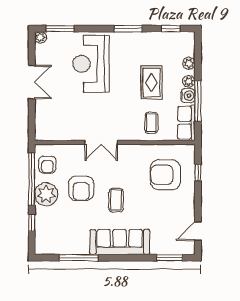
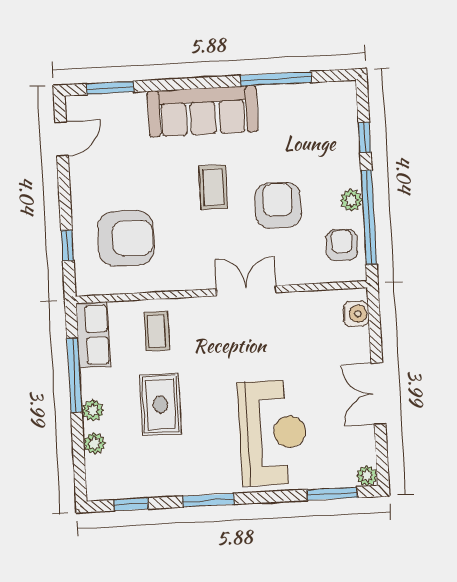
water cooler: (188, 96) -> (356, 314), moved, turned 180
plant: (46, 194) -> (351, 200), width x0.53, depth x0.53

